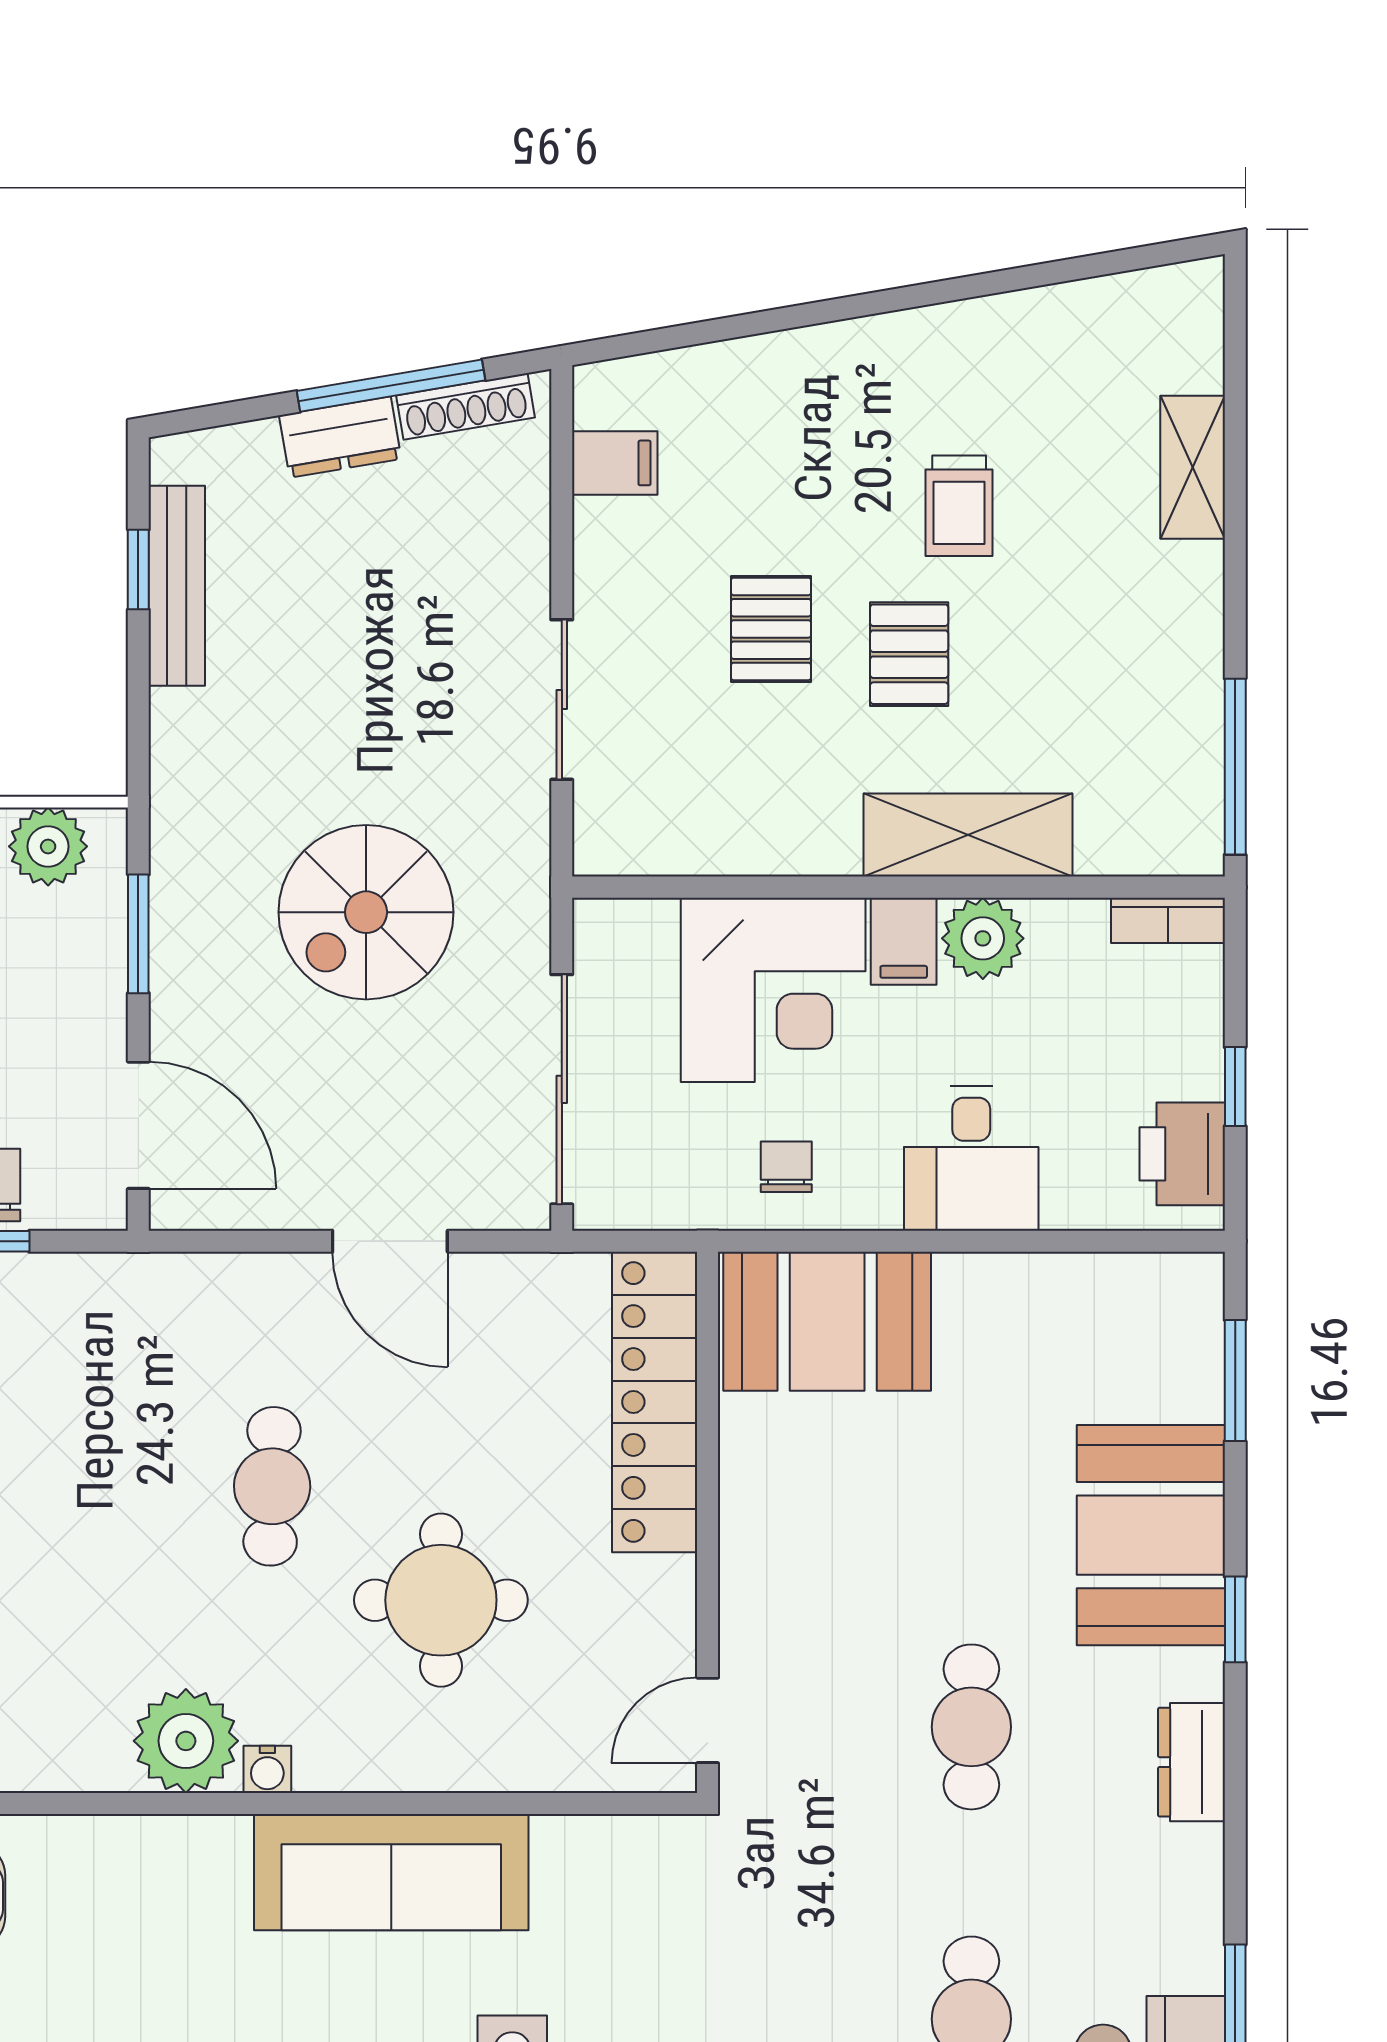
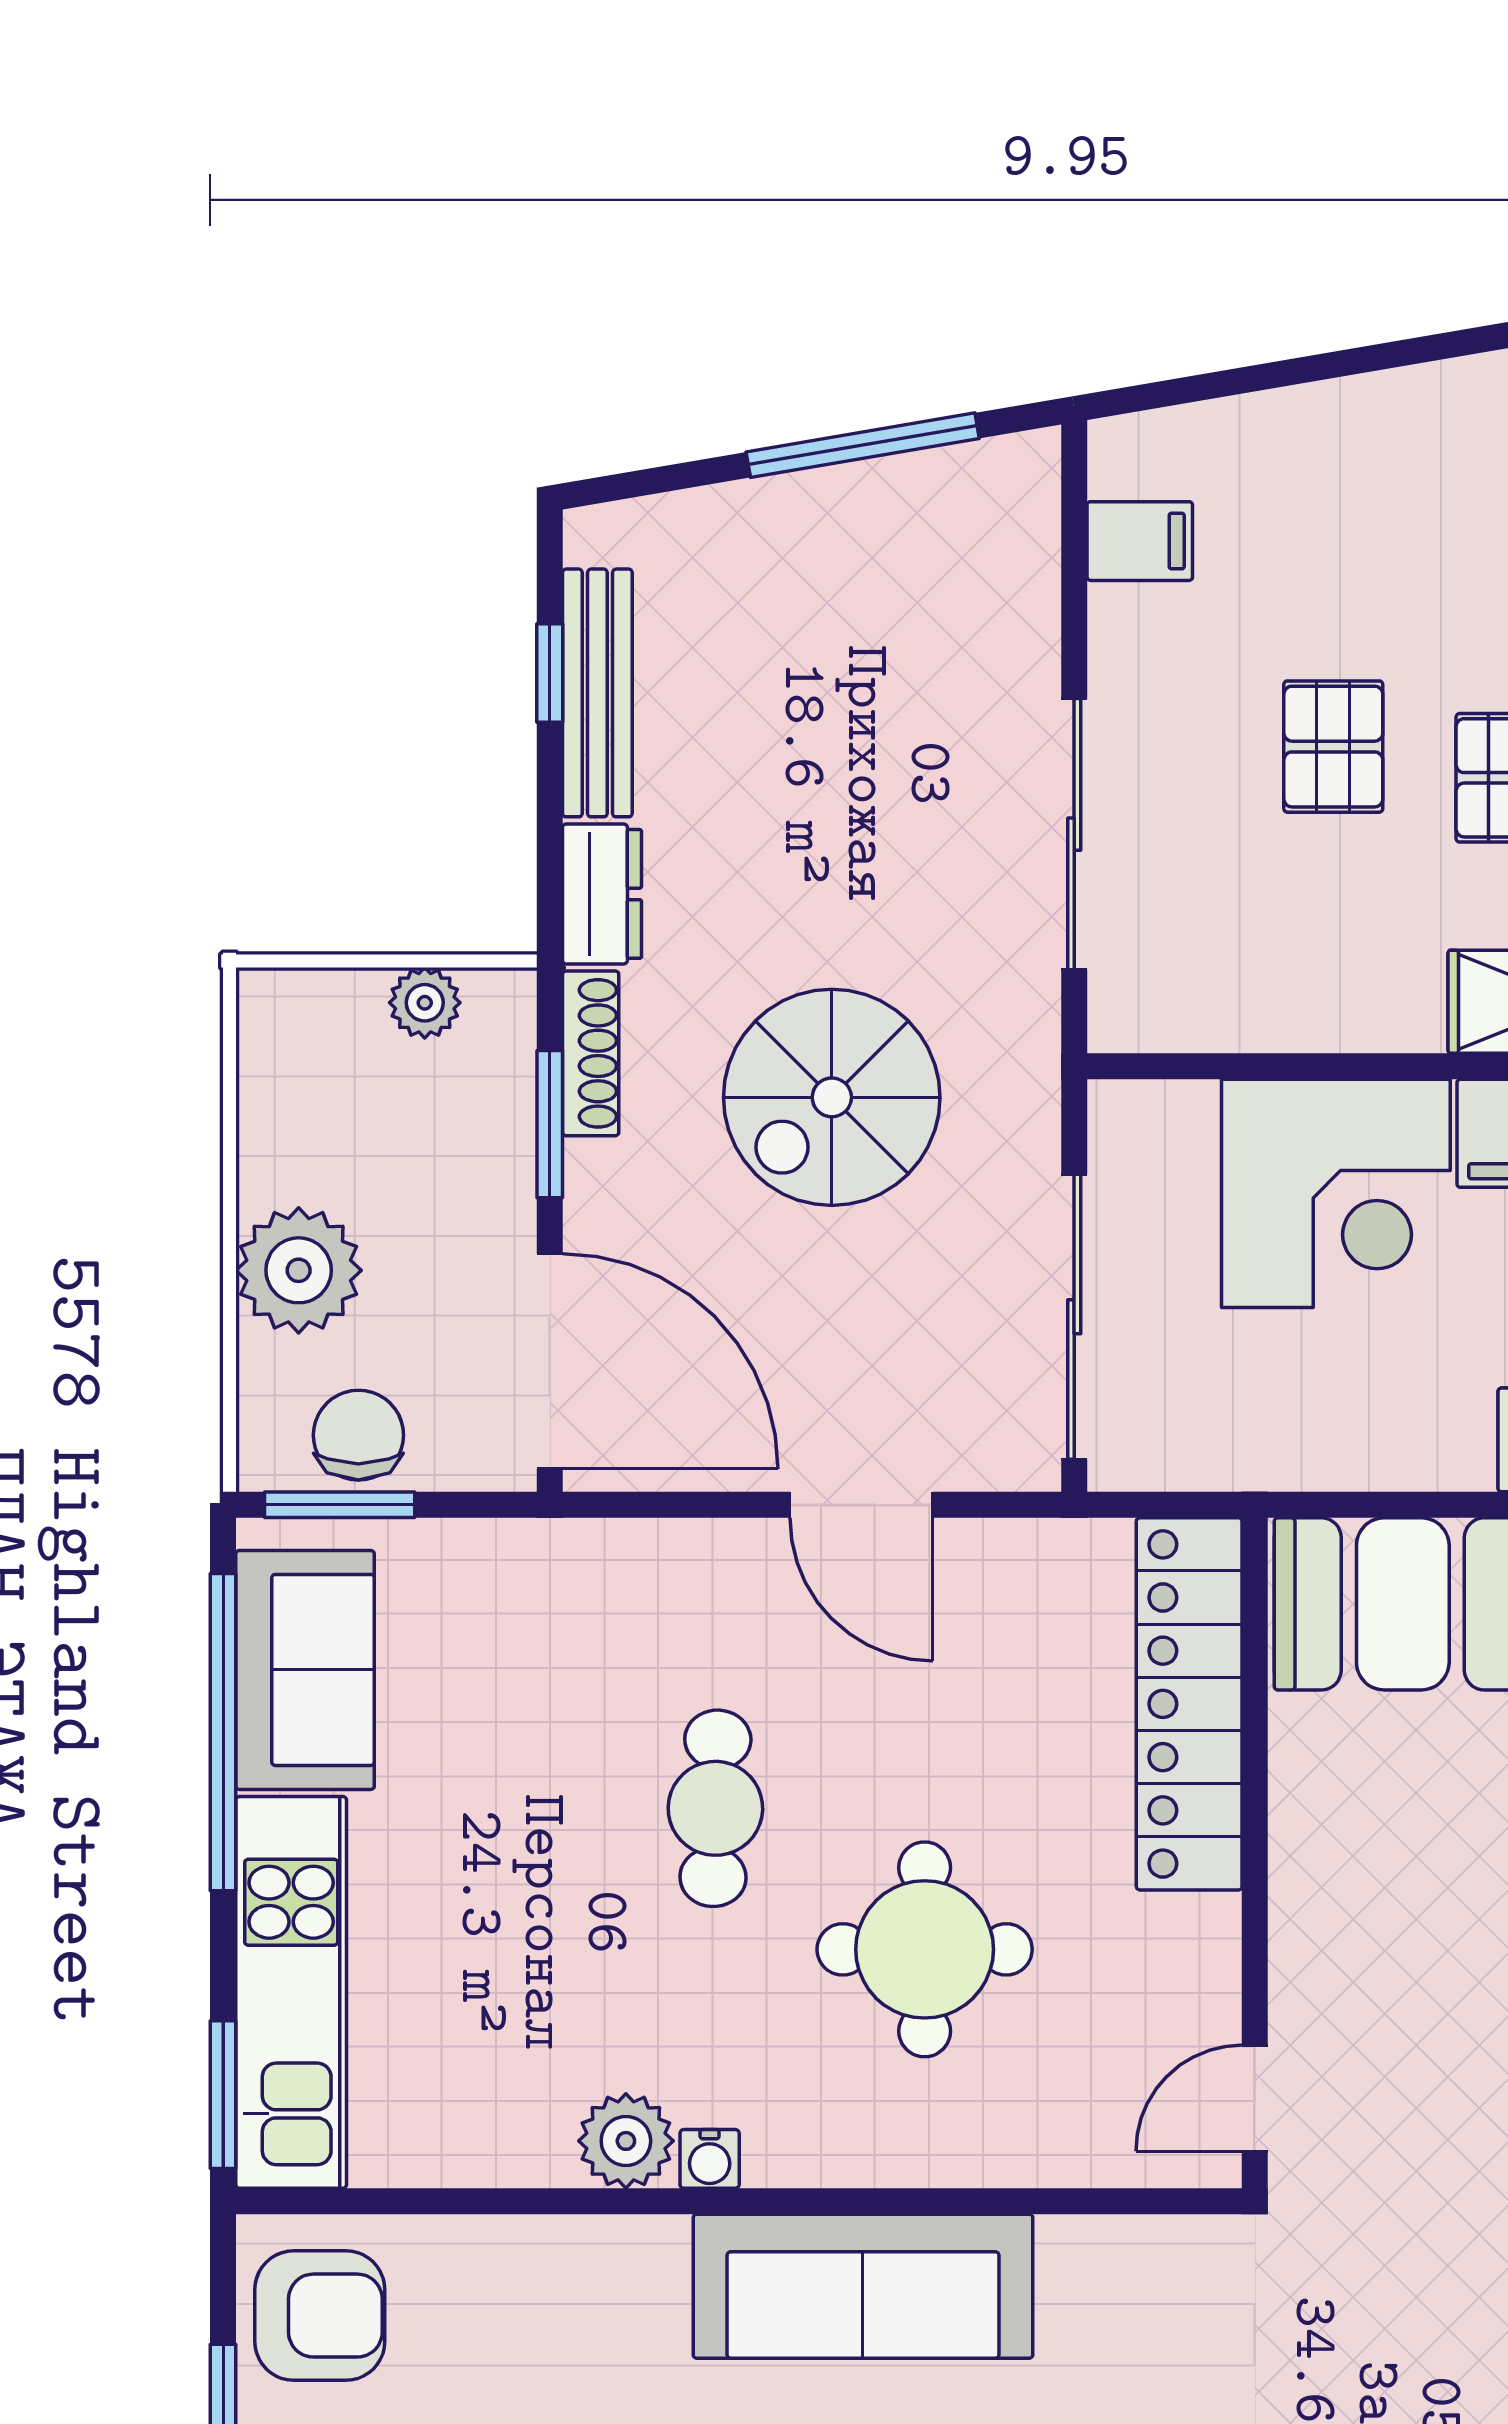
shoe rack: (465, 406) -> (591, 1053), moved, turned -80
dresser: (340, 437) -> (602, 894), moved, turned -80
sliding door: (562, 700) -> (1074, 834), width x1.37
plant: (48, 846) -> (425, 1003), width x0.73, depth x0.73
door: (138, 1125) -> (550, 1361), width x1.36
chair: (786, 1167) -> (1352, 1413), removed
plant: (186, 1741) -> (626, 2141), width x0.73, depth x0.73

